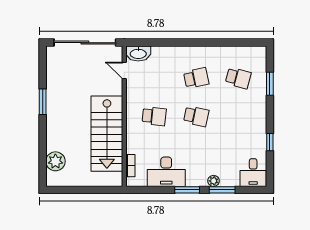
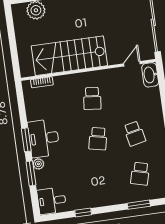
desk: (166, 172) -> (44, 138), moved

